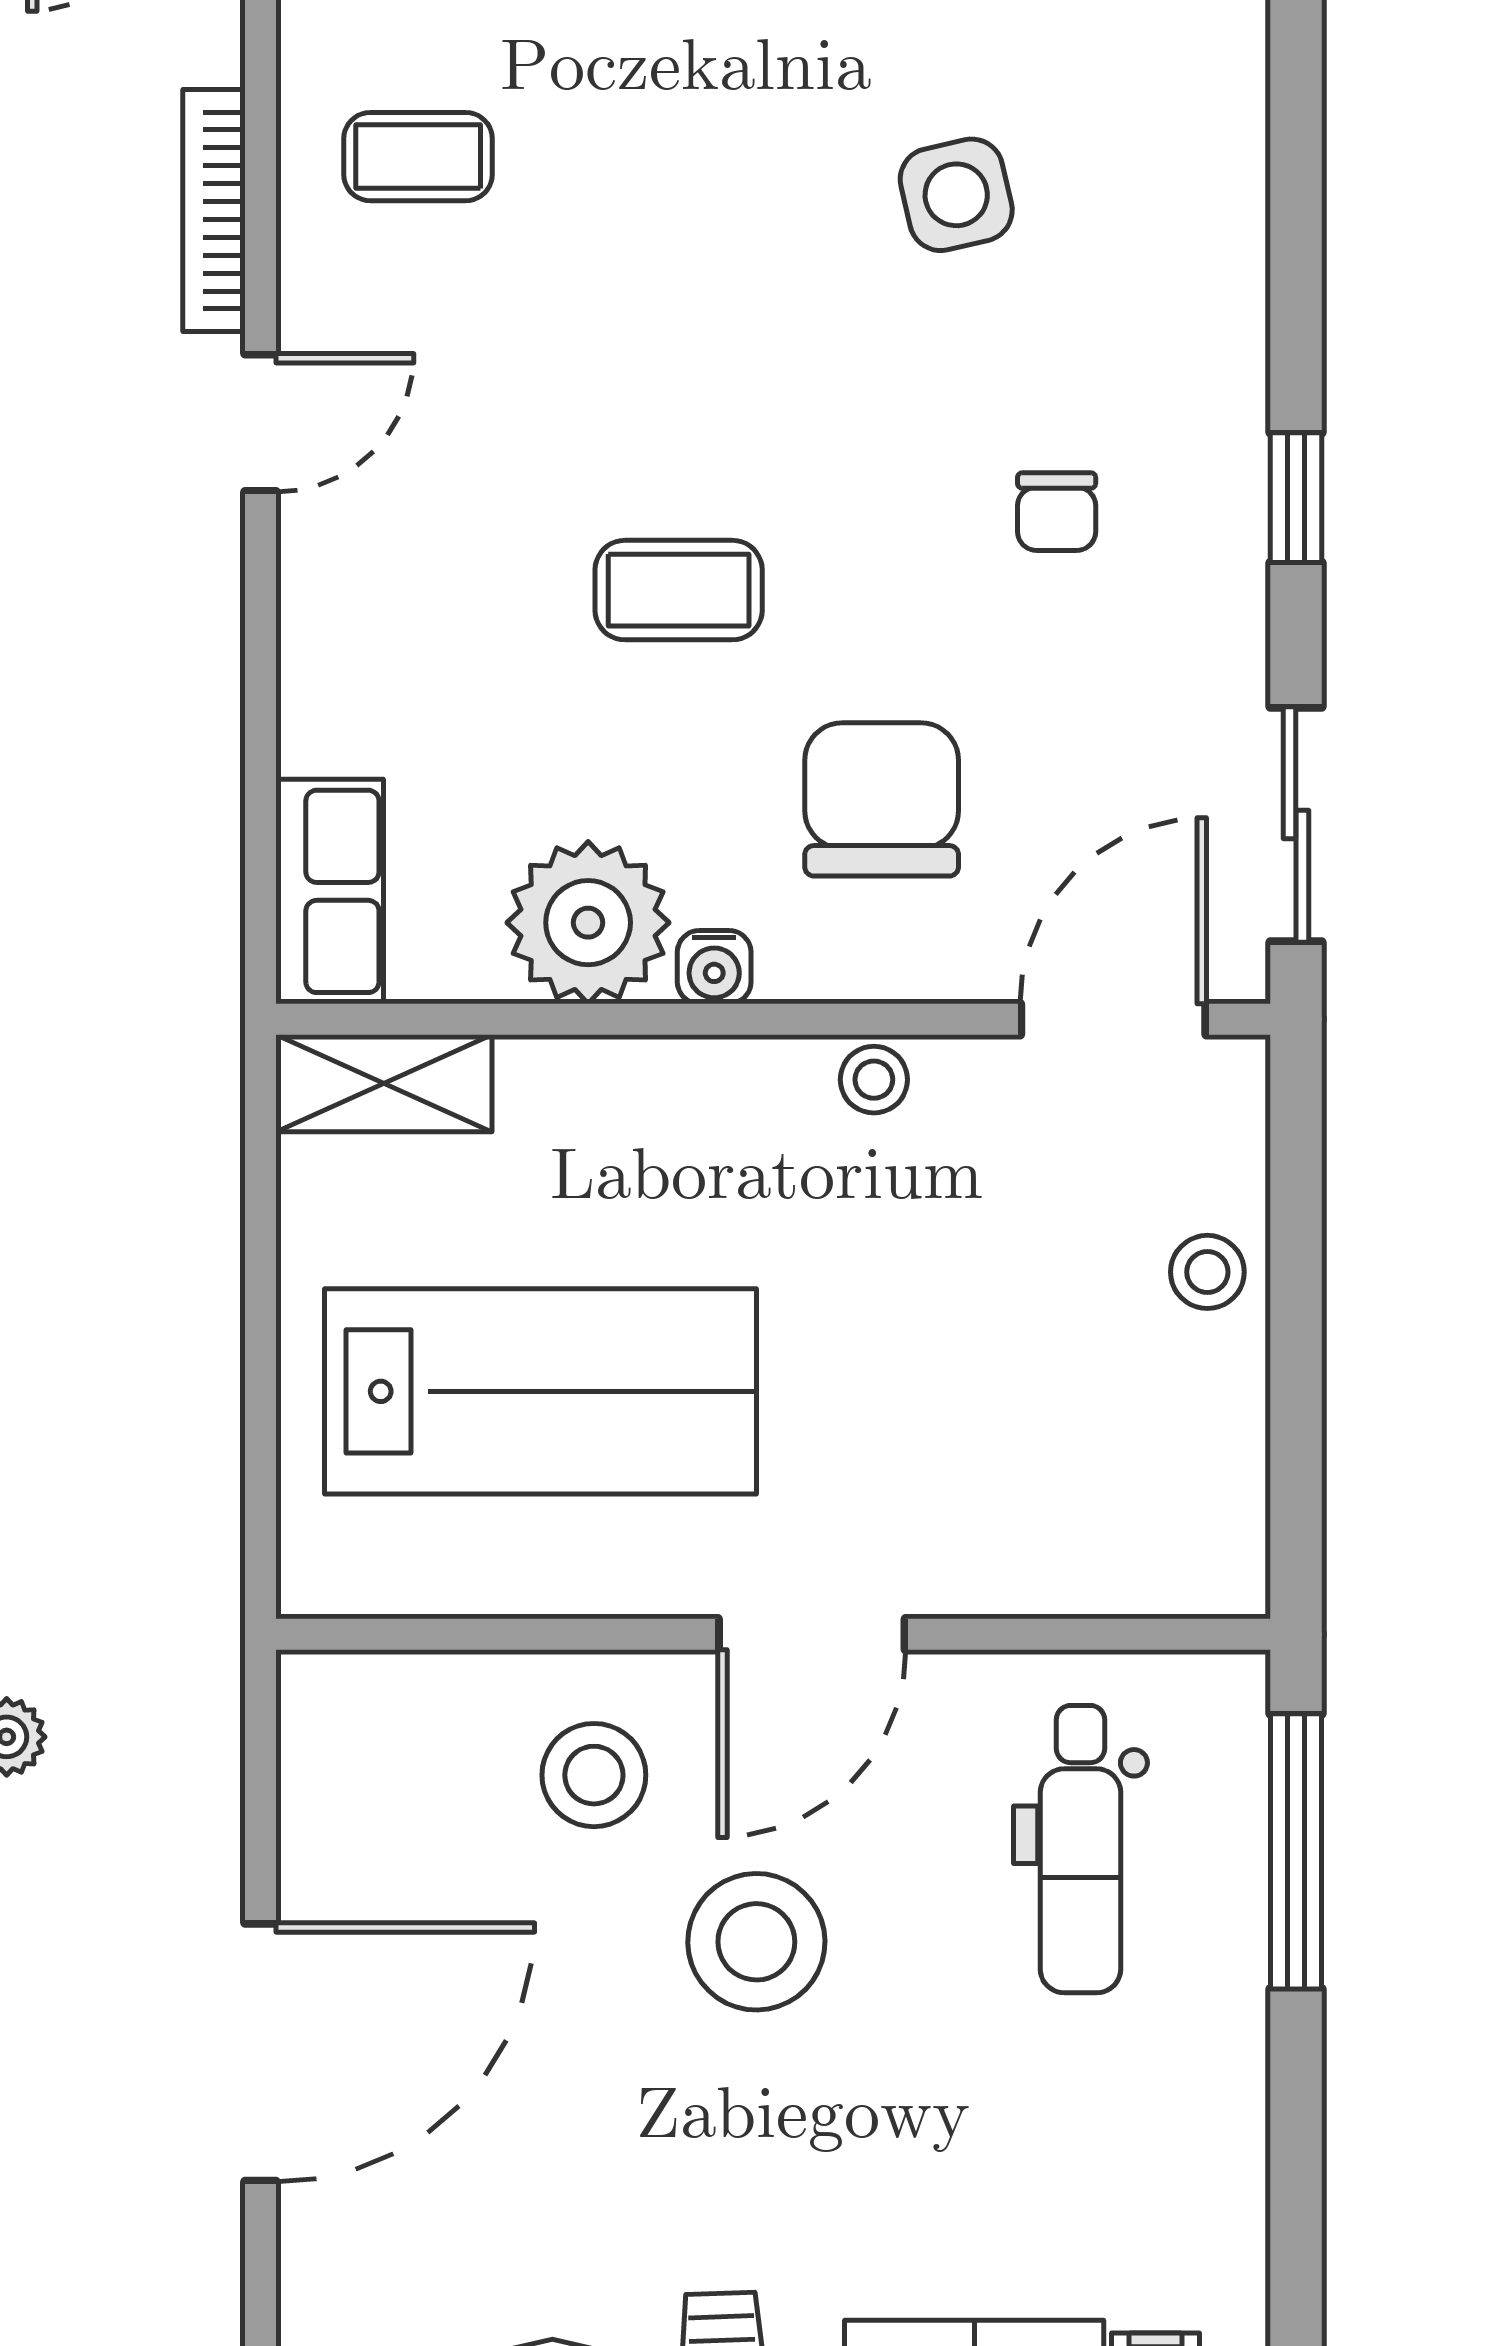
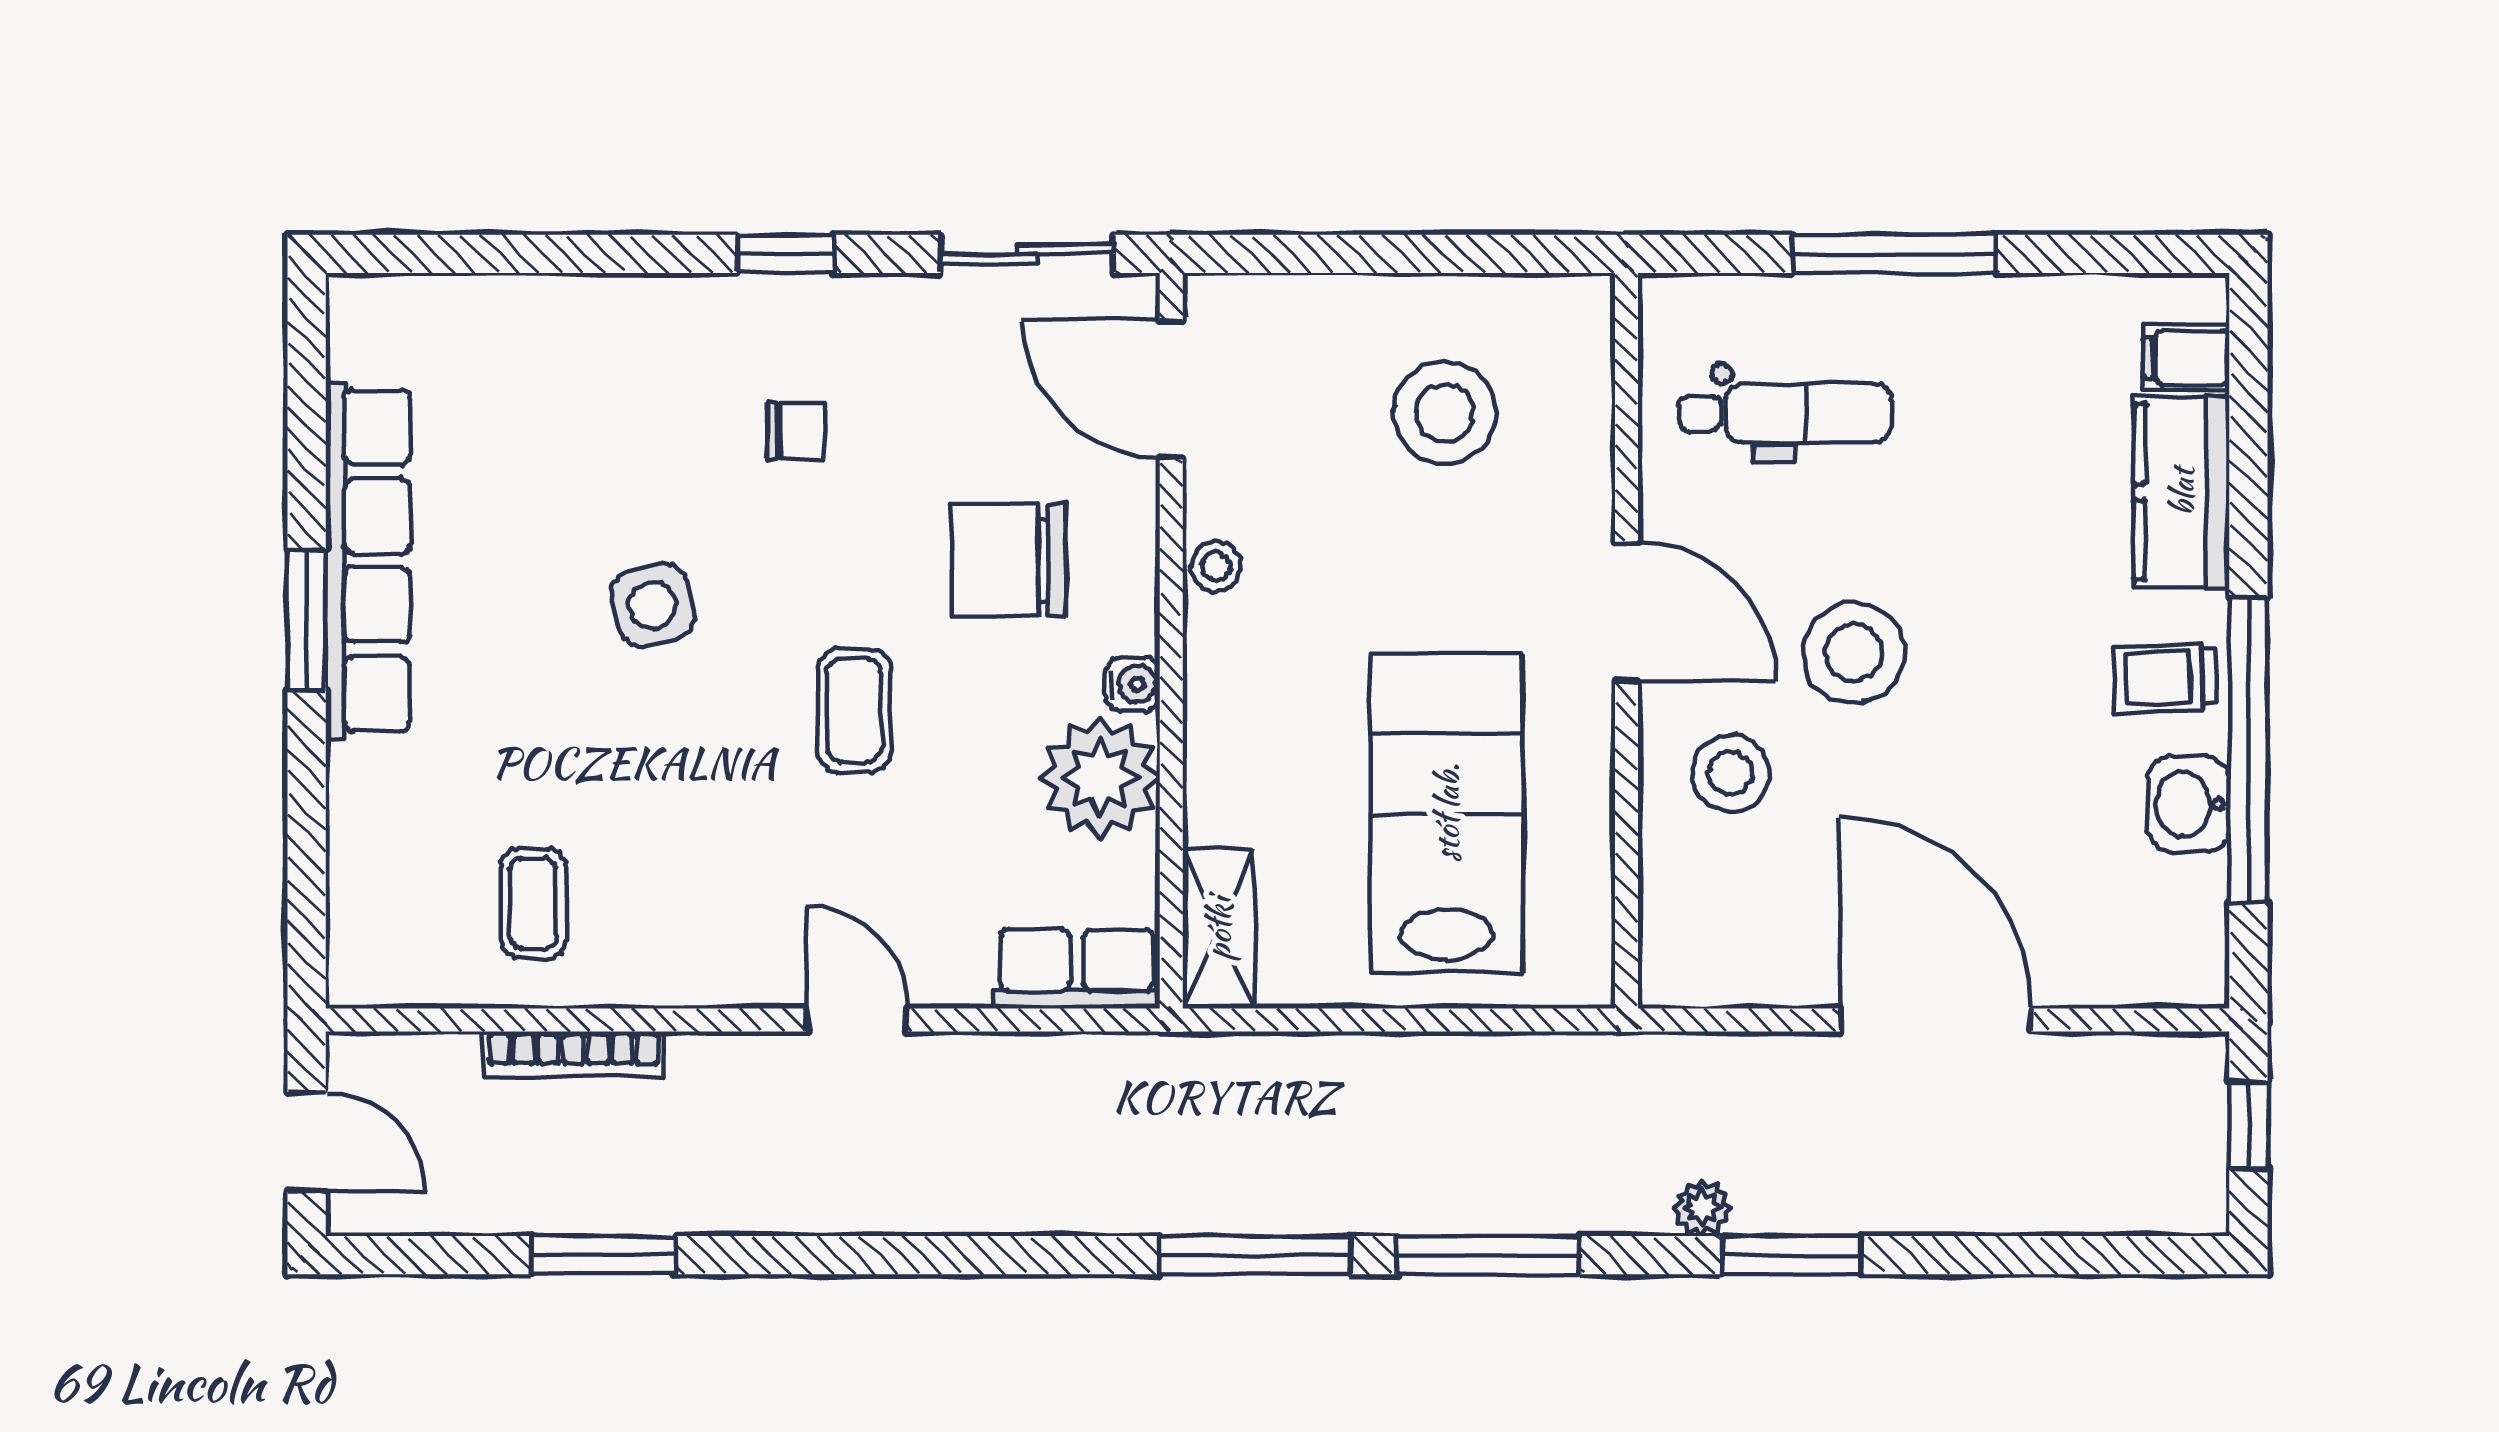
side table: (956, 195) -> (652, 605), moved
door: (260, 423) -> (857, 1020), moved
stool: (1207, 1272) -> (1445, 412), moved, width x1.89, depth x1.89
window: (1296, 1851) -> (1894, 254), moved

